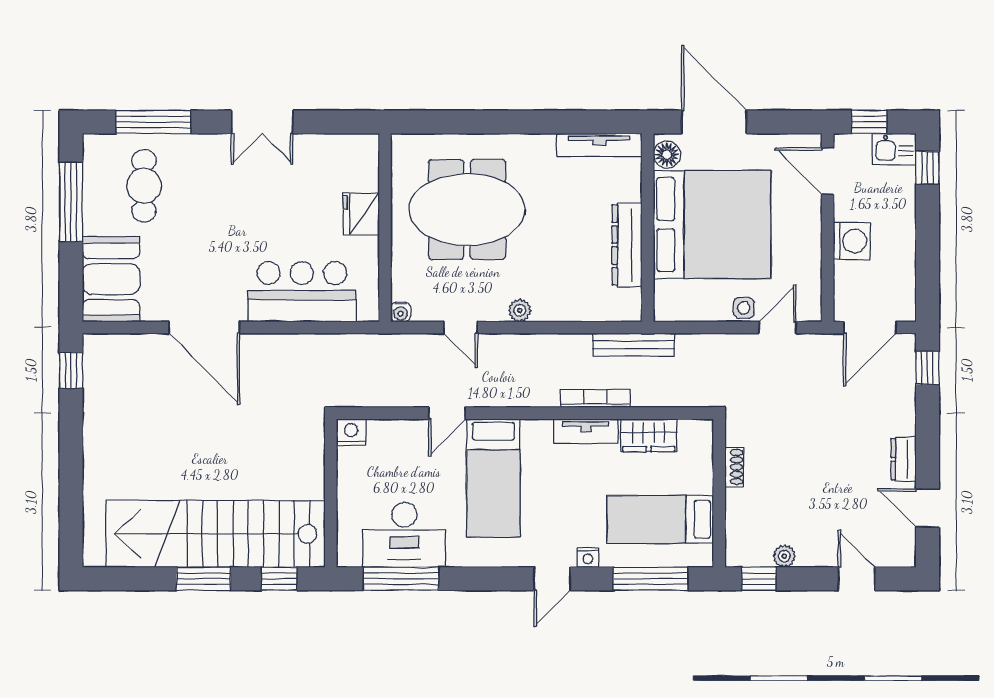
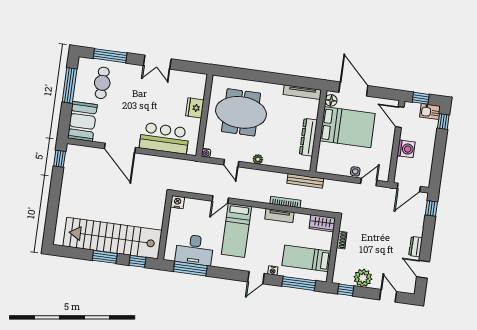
bed: (712, 225) -> (347, 127), width x0.73
wardrobe: (649, 435) -> (322, 223), moved
plant: (784, 556) -> (363, 278), width x1.88, depth x1.88

